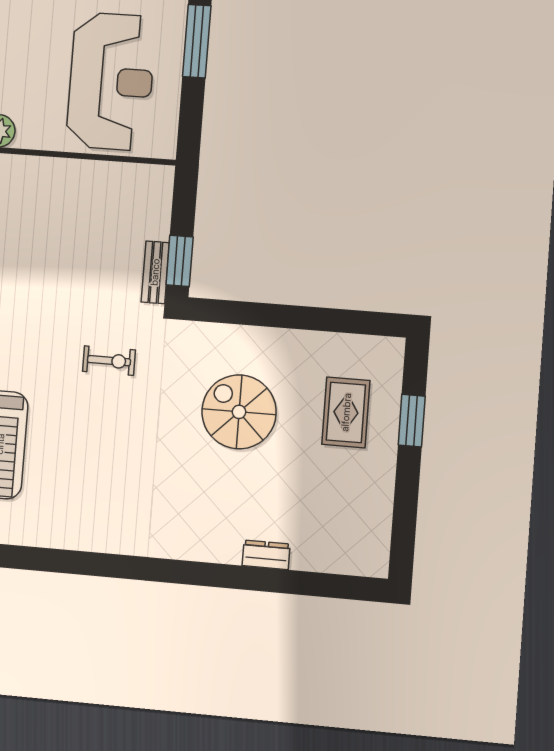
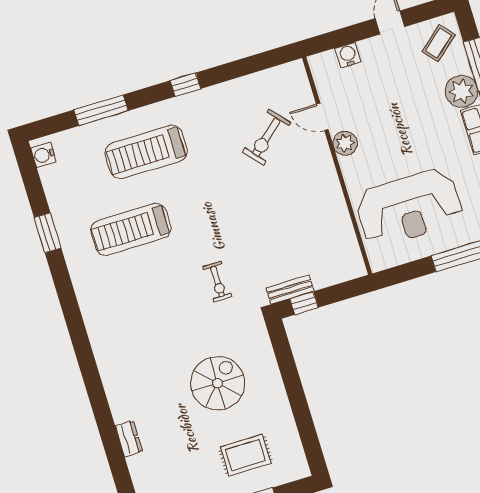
window: (180, 261) -> (304, 303), width x0.67

